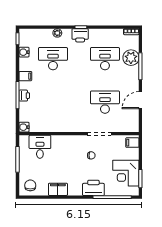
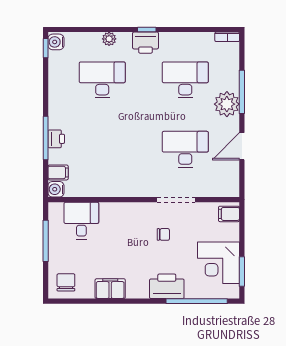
water cooler: (24, 52) -> (56, 42), moved
plant: (131, 58) -> (227, 104), moved
filing cabinet: (25, 76) -> (58, 172), moved

